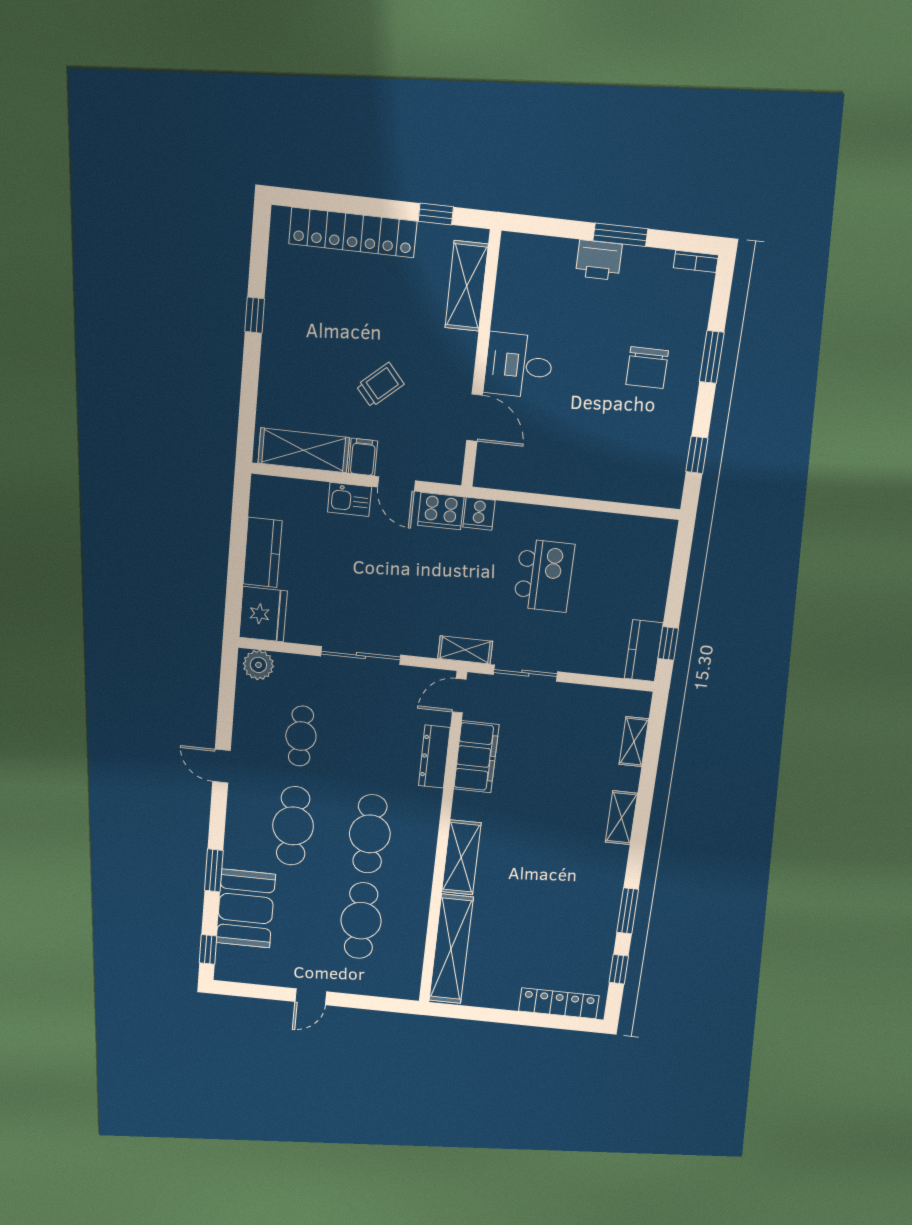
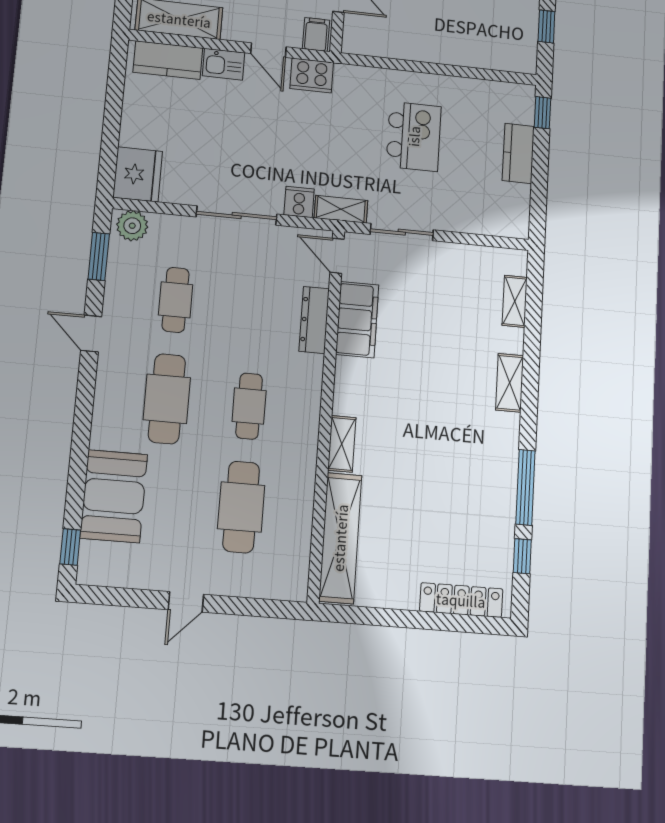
filing cabinet: (363, 457) -> (316, 34), moved
cooker: (479, 514) -> (299, 202), moved, turned 180
kitchen counter: (262, 552) -> (168, 60), moved, turned 90
window: (668, 643) -> (542, 113), moved
kitchen counter: (644, 651) -> (518, 153), moved
door: (459, 696) -> (337, 256), hinge flipped
cafe table: (370, 834) -> (249, 406), width x0.73, depth x0.74
shelving: (461, 857) -> (342, 444), width x0.67, depth x0.75
window: (214, 870) -> (99, 256), moved
window: (628, 911) -> (525, 487), width x1.44

